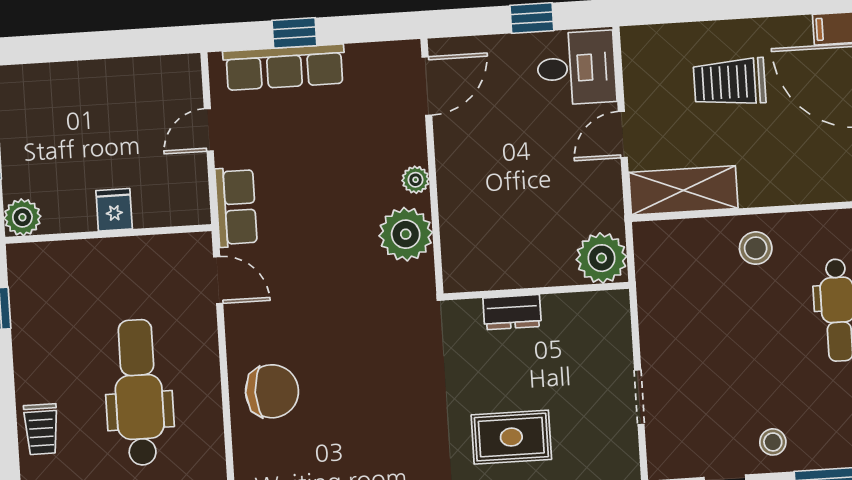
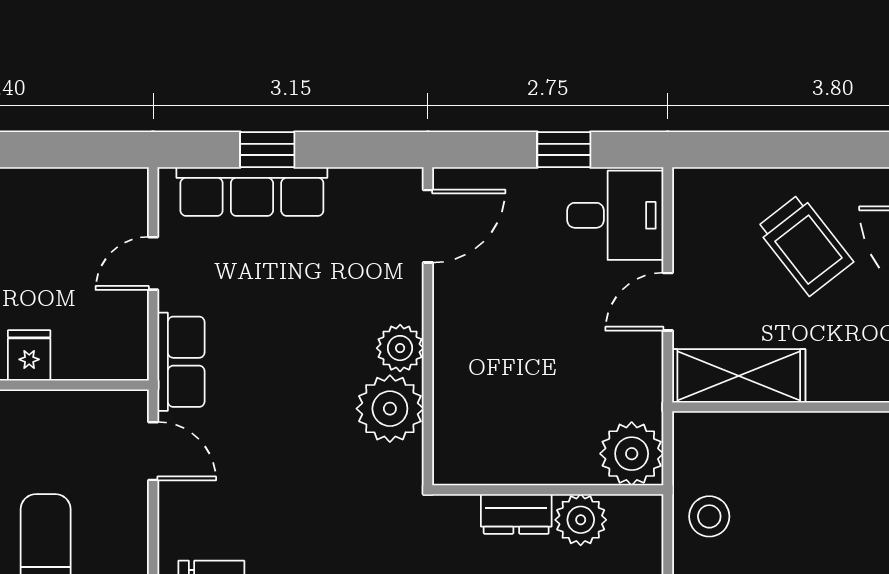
trolley: (730, 82) -> (805, 245), turned -128
plant: (416, 180) -> (400, 348), width x1.38, depth x1.38
stool: (756, 248) -> (709, 516), moved
plant: (564, 314) -> (581, 520), added

